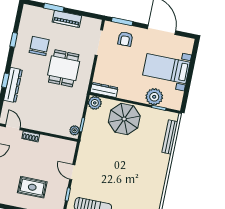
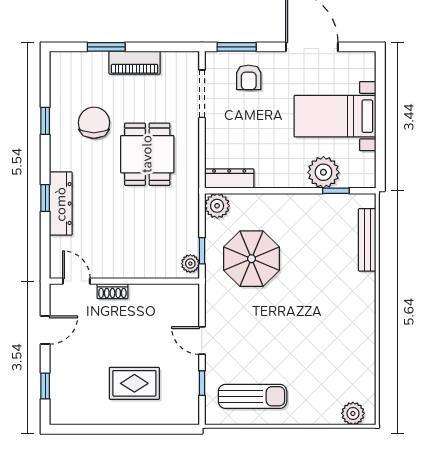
parasol: (124, 119) -> (252, 259), moved

